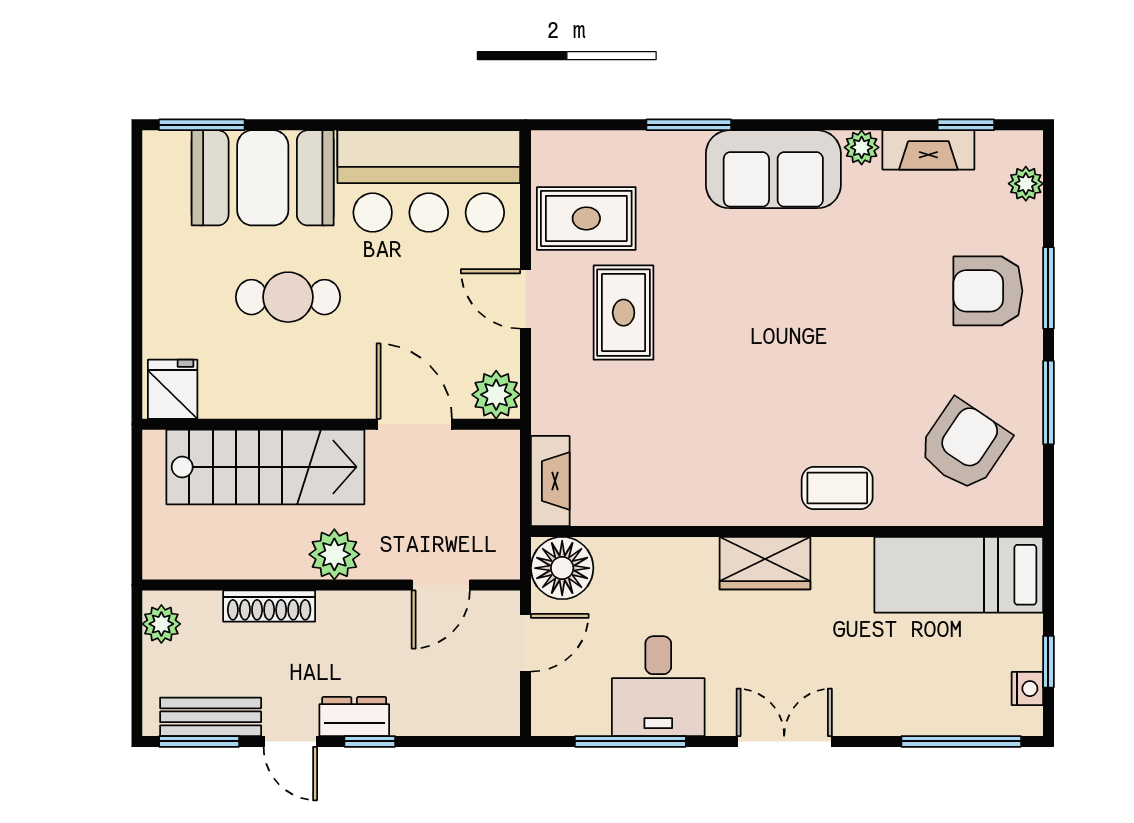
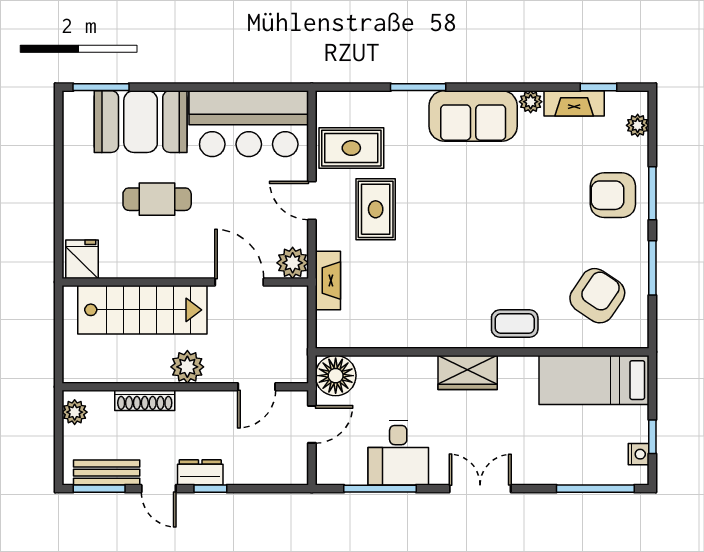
fireplace: (550, 481) -> (328, 281), moved

